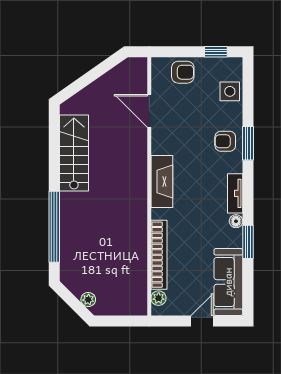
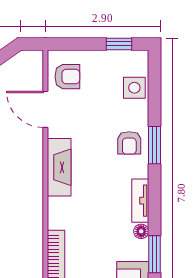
armchair: (183, 72) -> (67, 77), moved
armchair: (225, 141) -> (129, 143), turned -90
fireplace: (162, 181) -> (59, 167), moved

